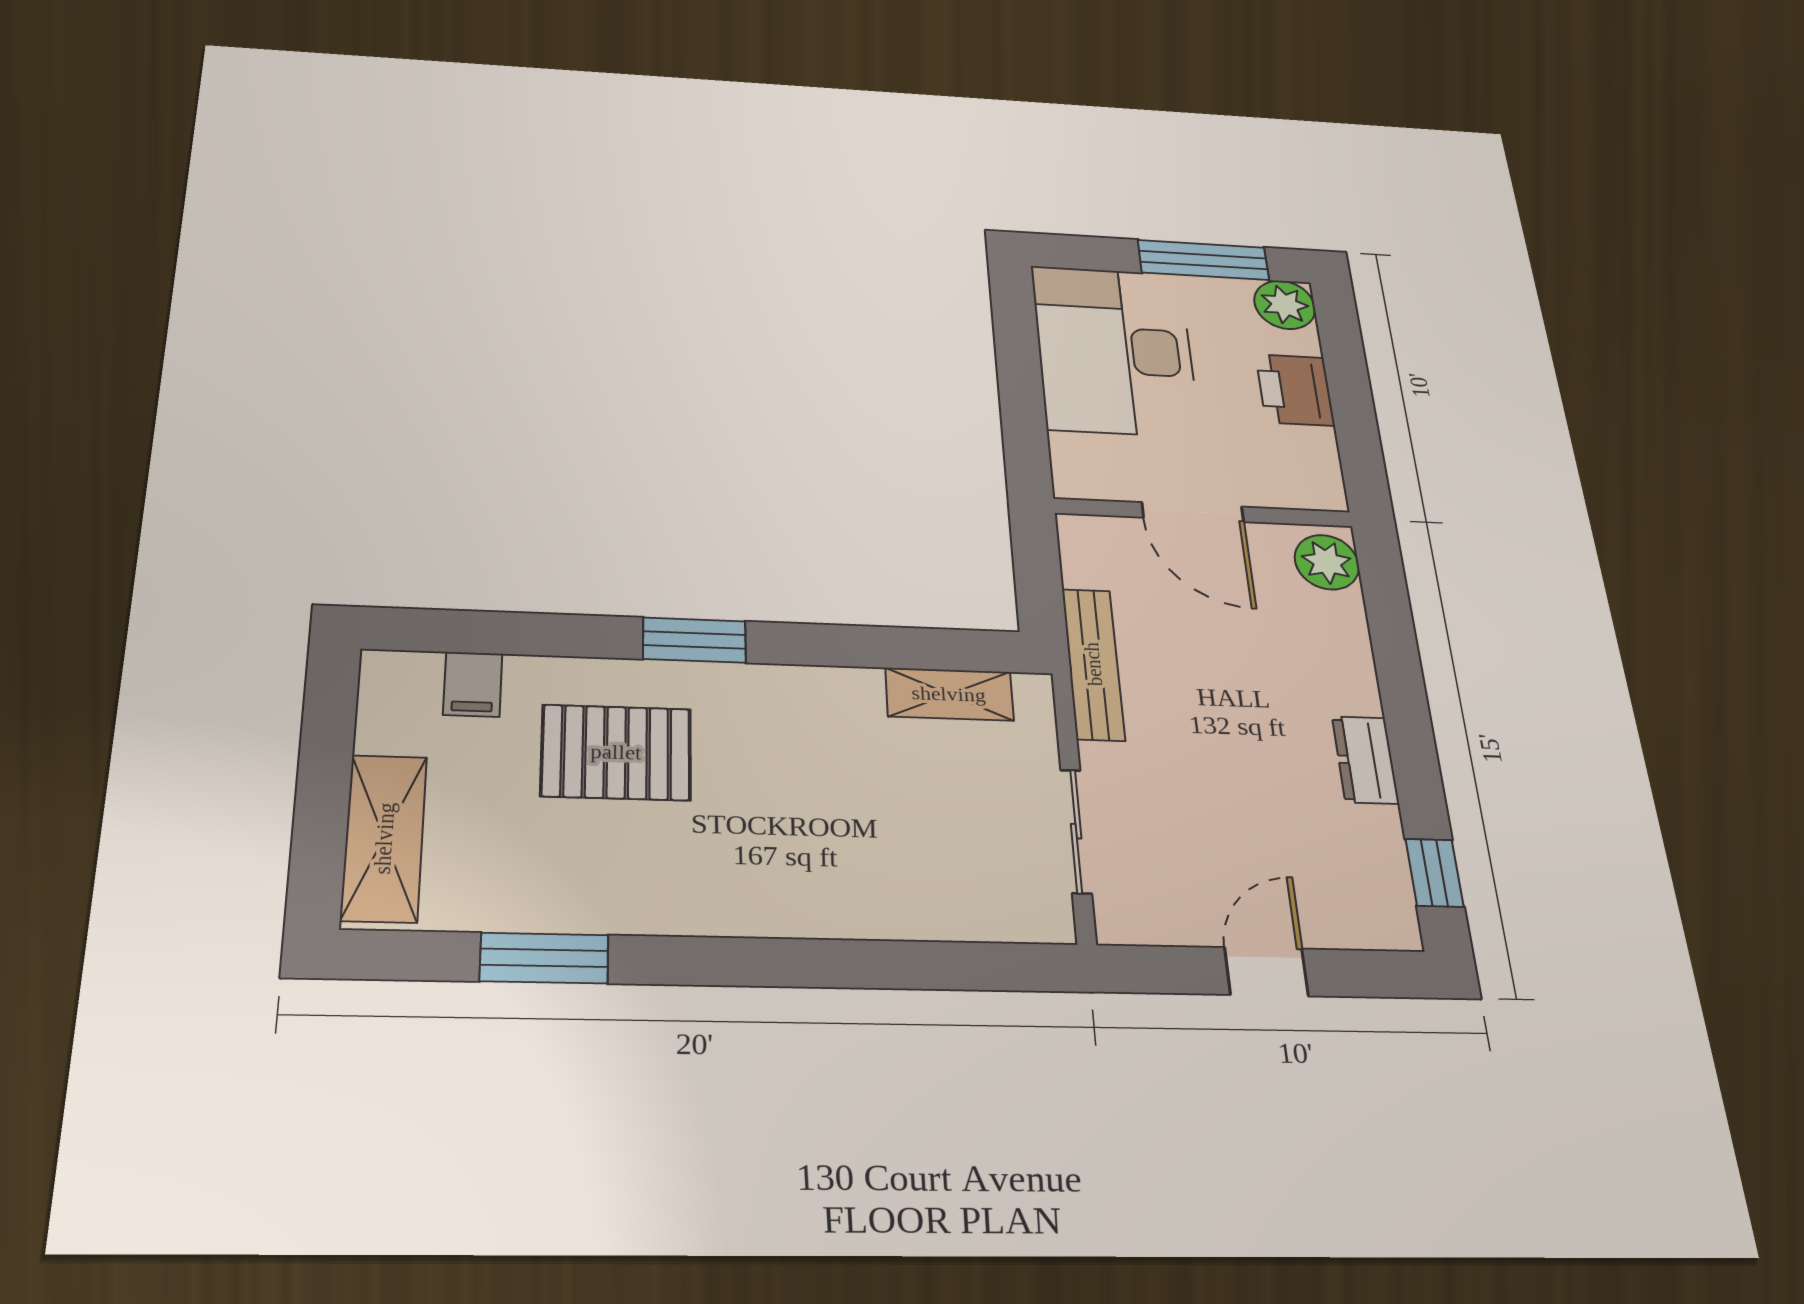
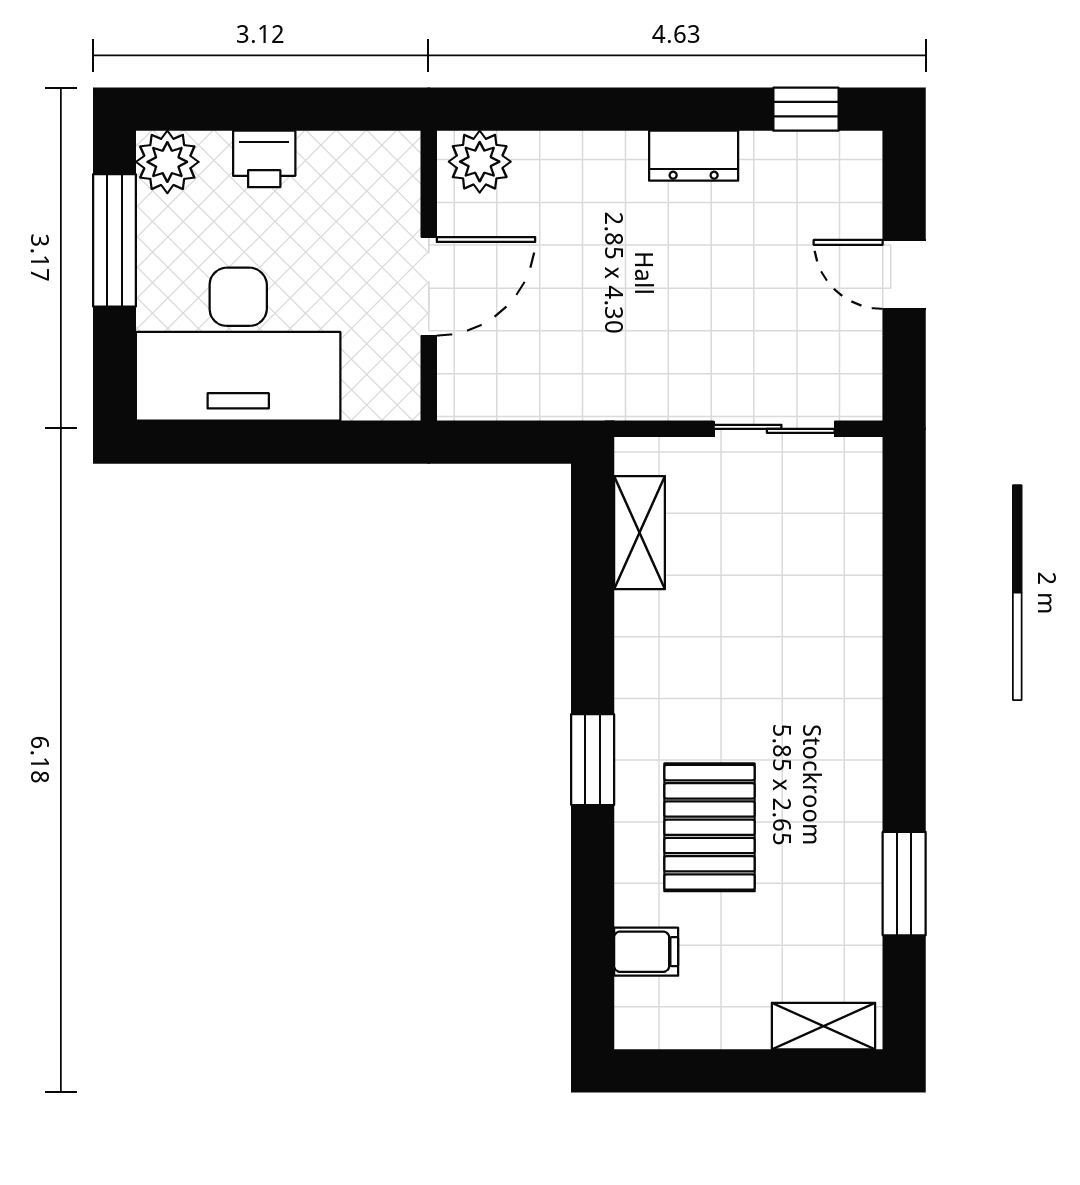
printer: (1295, 390) -> (264, 159), width x0.73, depth x0.81
bench: (1093, 664) -> (602, 398), removed
shelving: (384, 838) -> (823, 1026), width x0.67, depth x0.75

